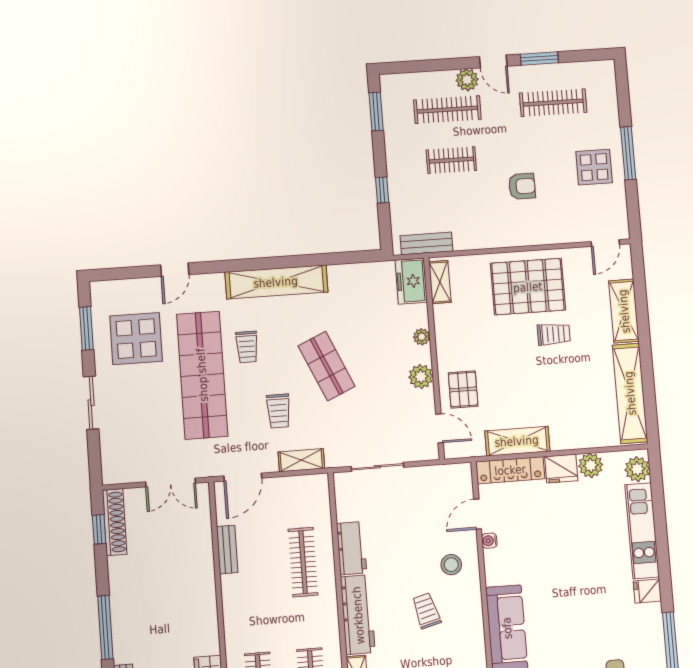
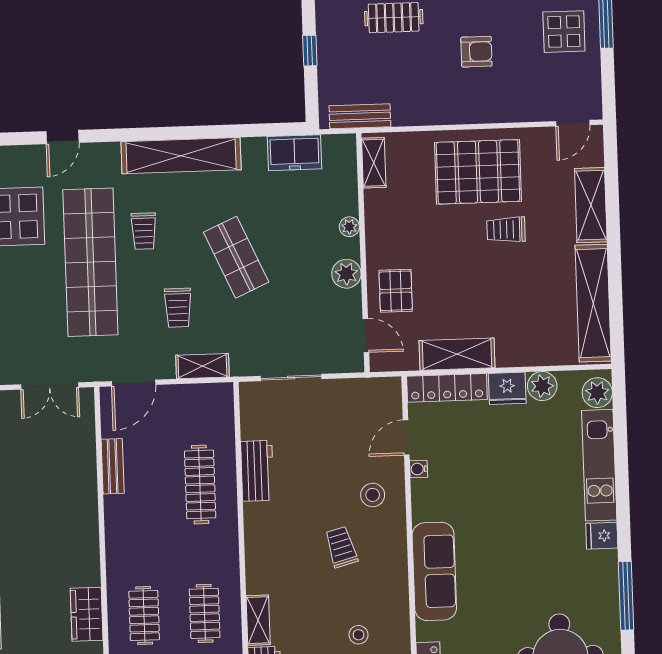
freezer: (411, 281) -> (294, 153), moved, turned -90
trolley: (554, 334) -> (506, 230), turned 180
workbench: (358, 615) -> (261, 548), removed

